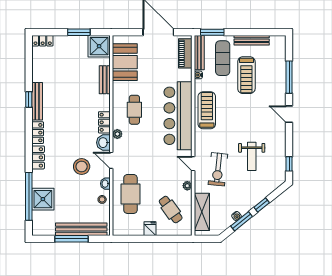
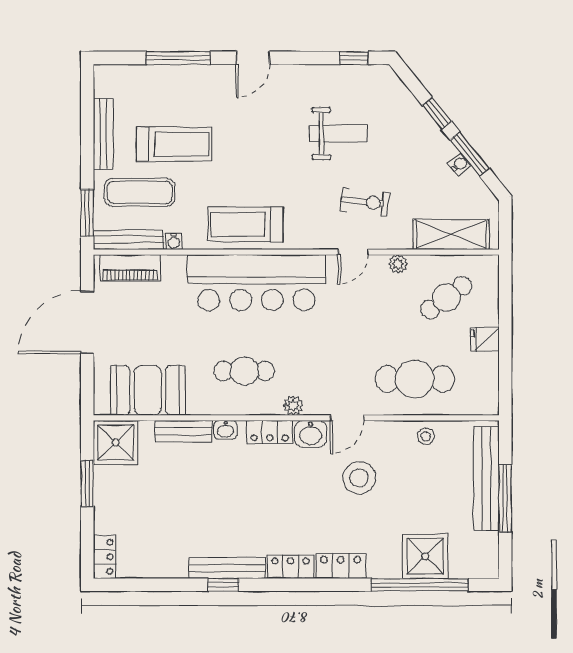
exercise bike: (218, 169) -> (365, 202), width x0.73, depth x0.72
washbasin: (105, 184) -> (226, 430), moved

